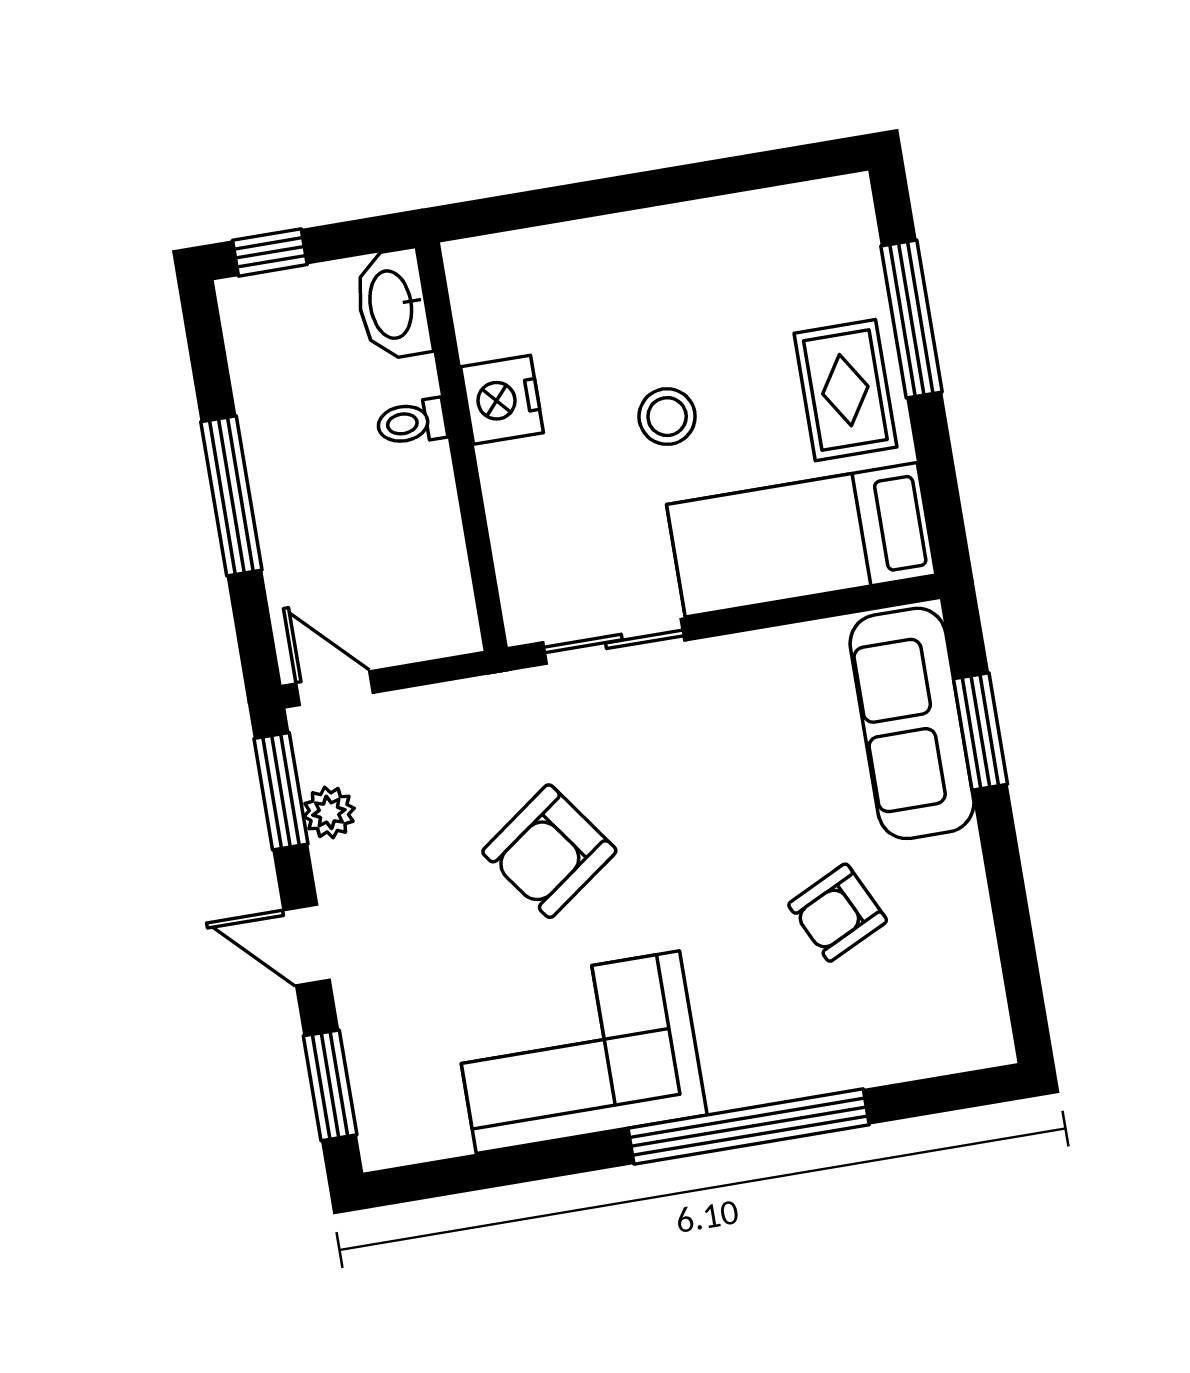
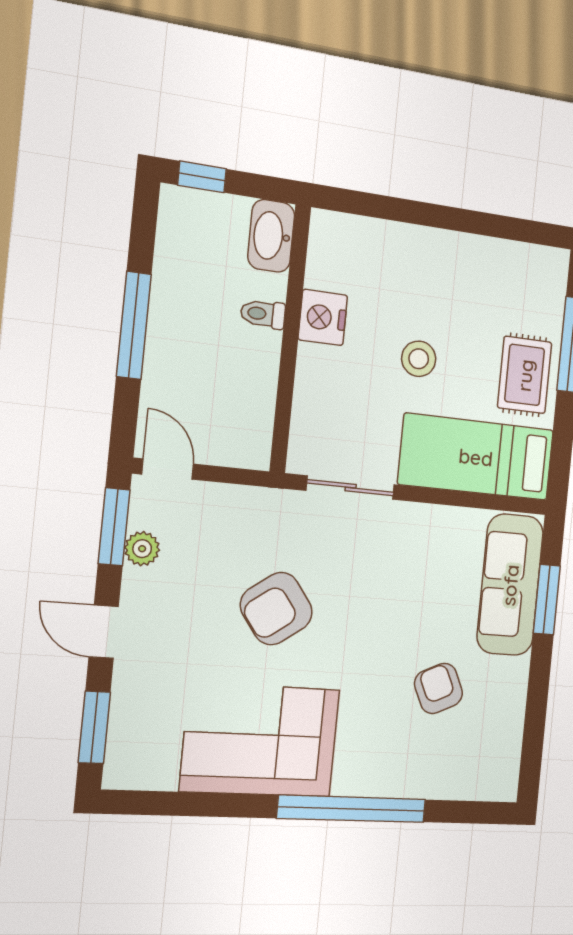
armchair: (838, 913) -> (439, 688), turned 91

